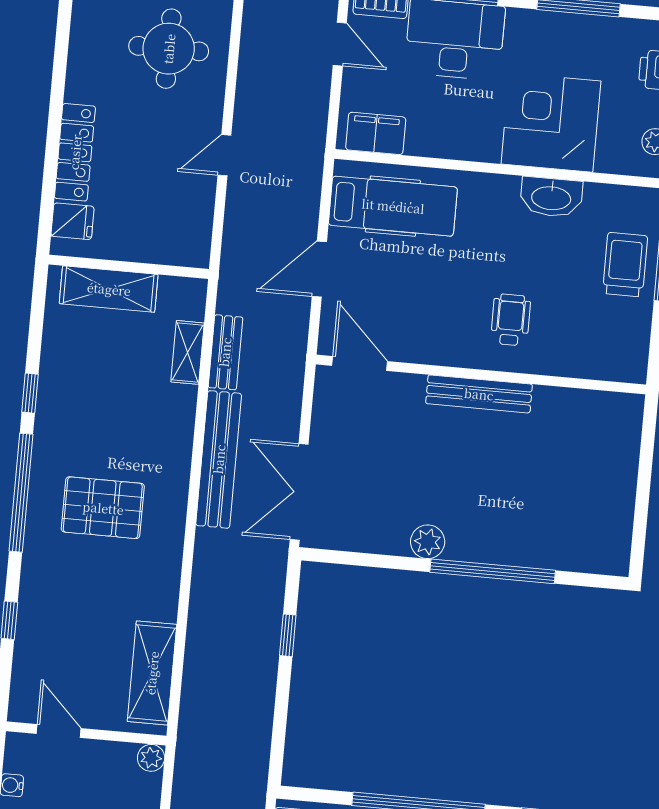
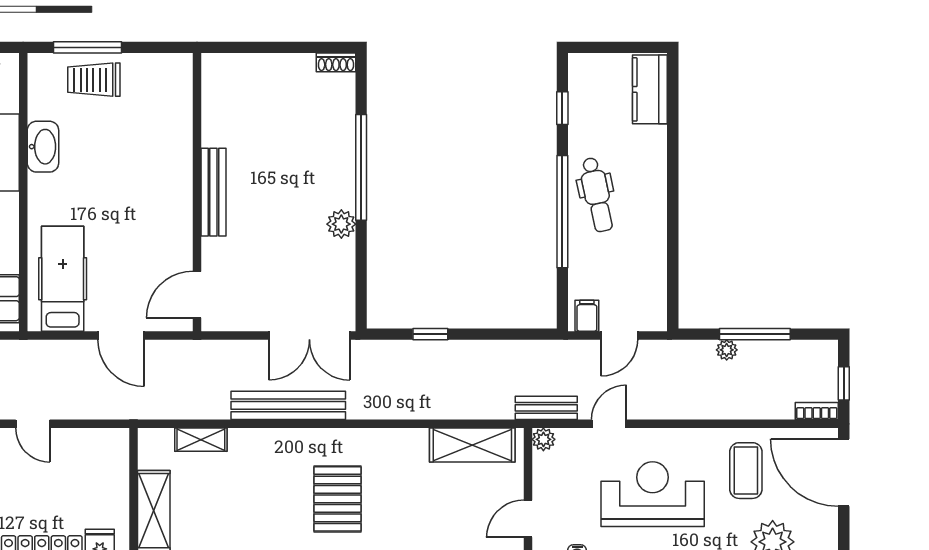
wheelchair: (511, 320) -> (149, 171), removed
bench: (225, 352) -> (546, 408), moved
shoe rack: (619, 553) -> (336, 62), added

